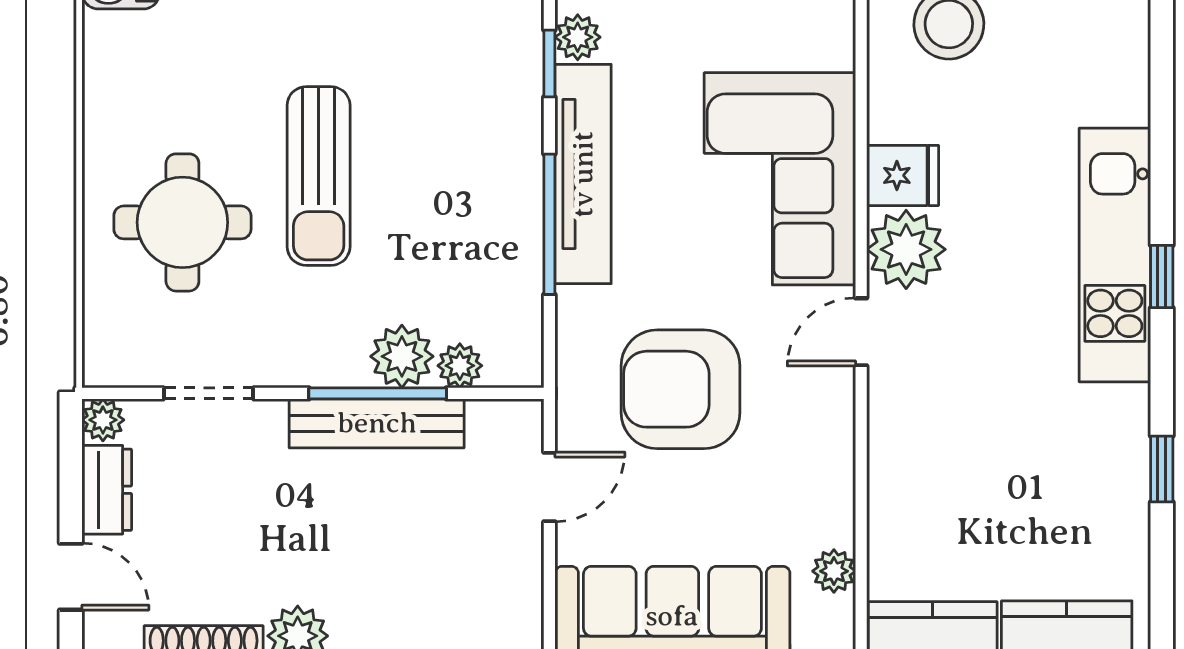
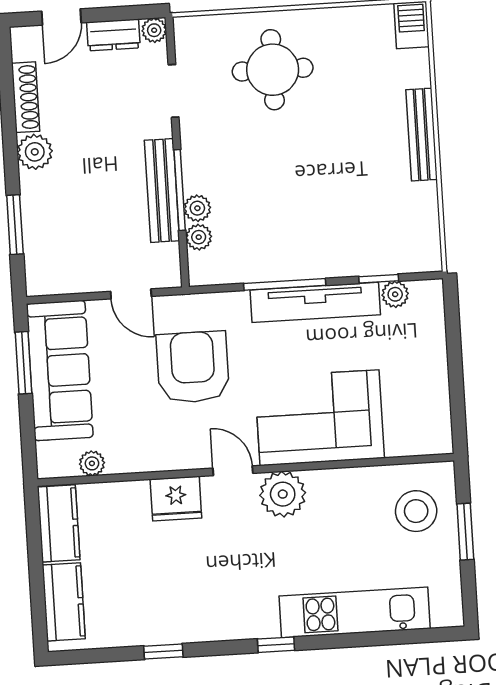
fridge: (903, 175) -> (176, 499), moved, width x1.38
sun lounger: (319, 176) -> (305, 148), removed
kitchen unit: (1115, 255) -> (355, 612), moved
plant: (402, 356) -> (197, 208), width x0.73, depth x0.73

